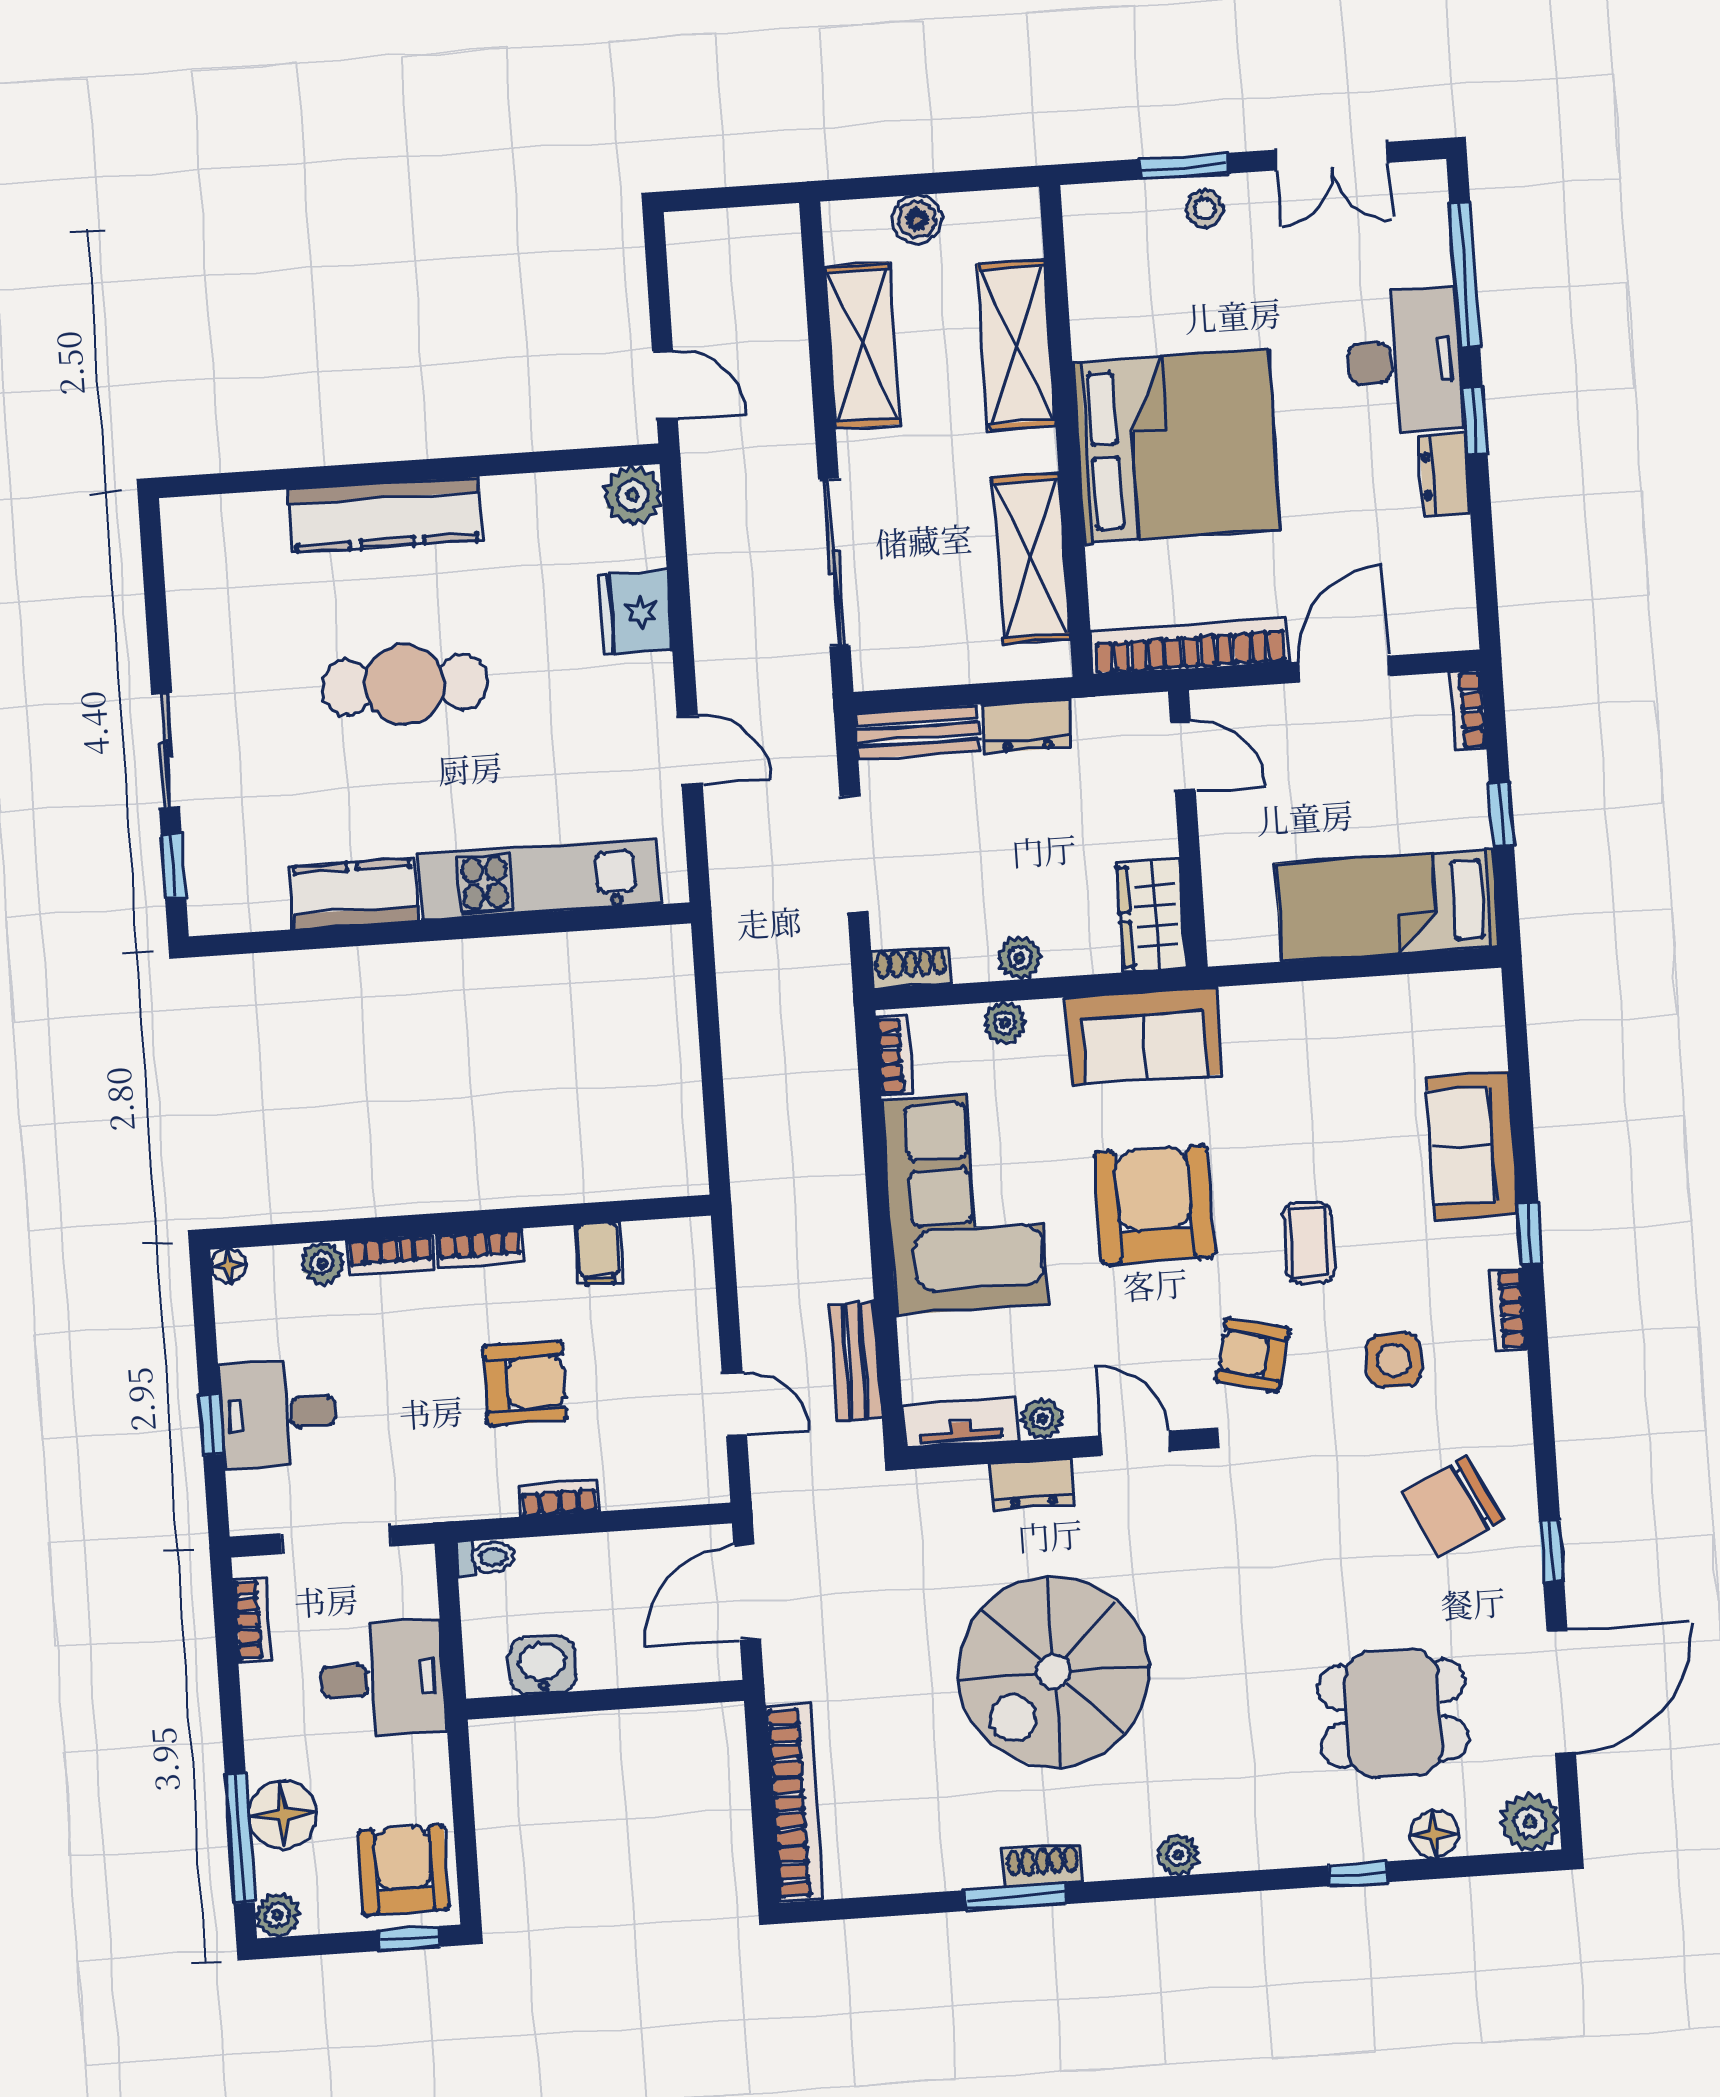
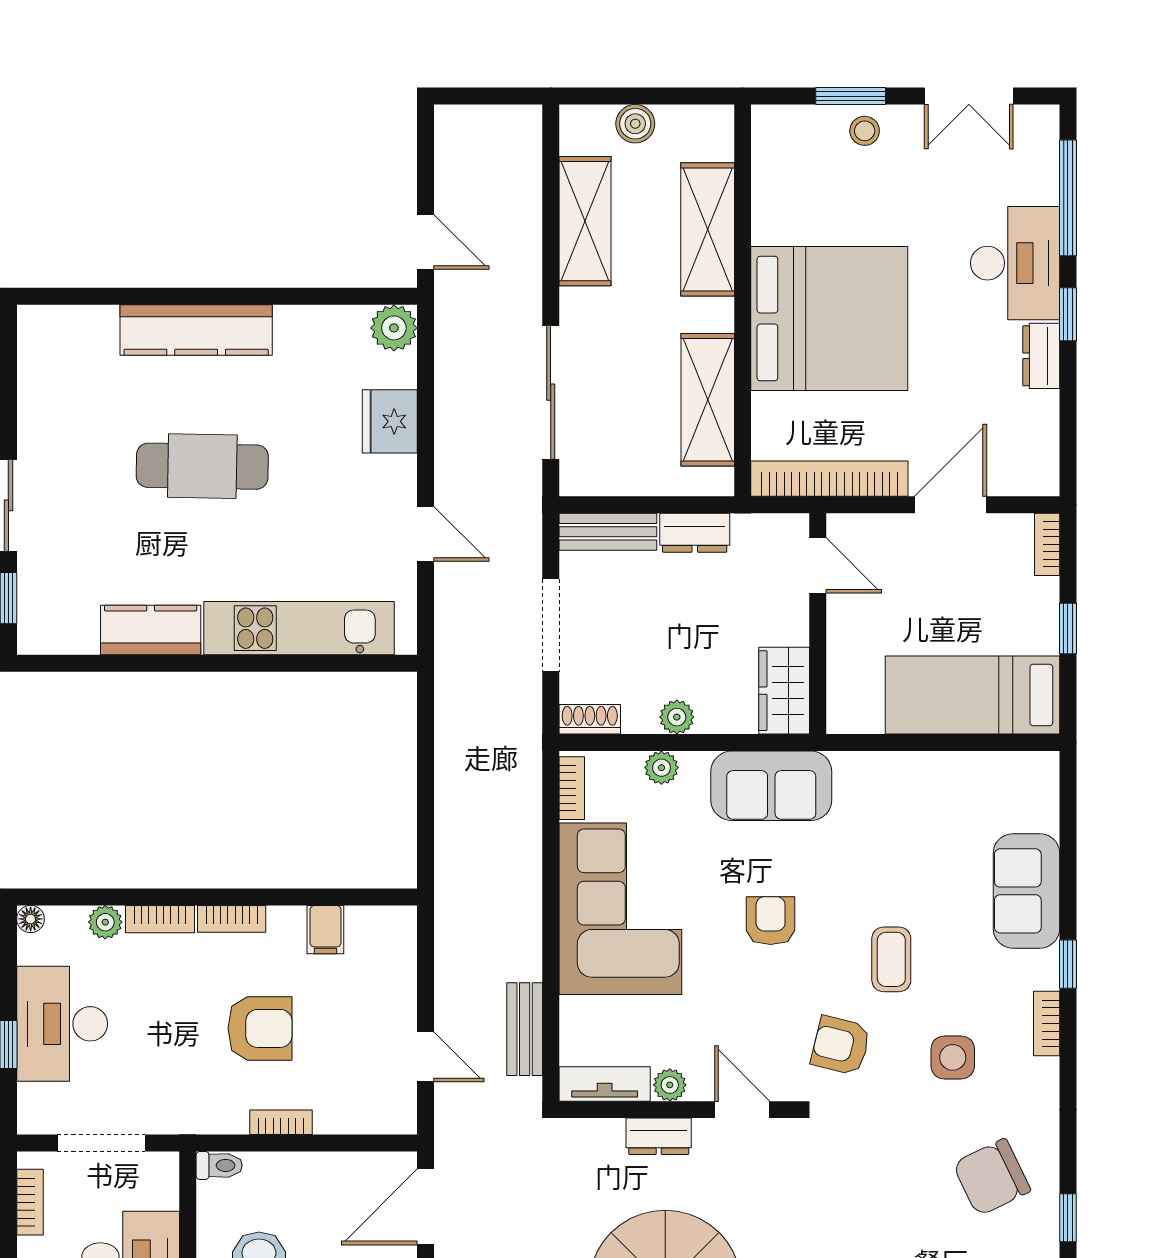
armchair: (1154, 1205) -> (771, 921), width x0.53, depth x0.53
desk: (278, 1414) -> (62, 1024), width x1.37

